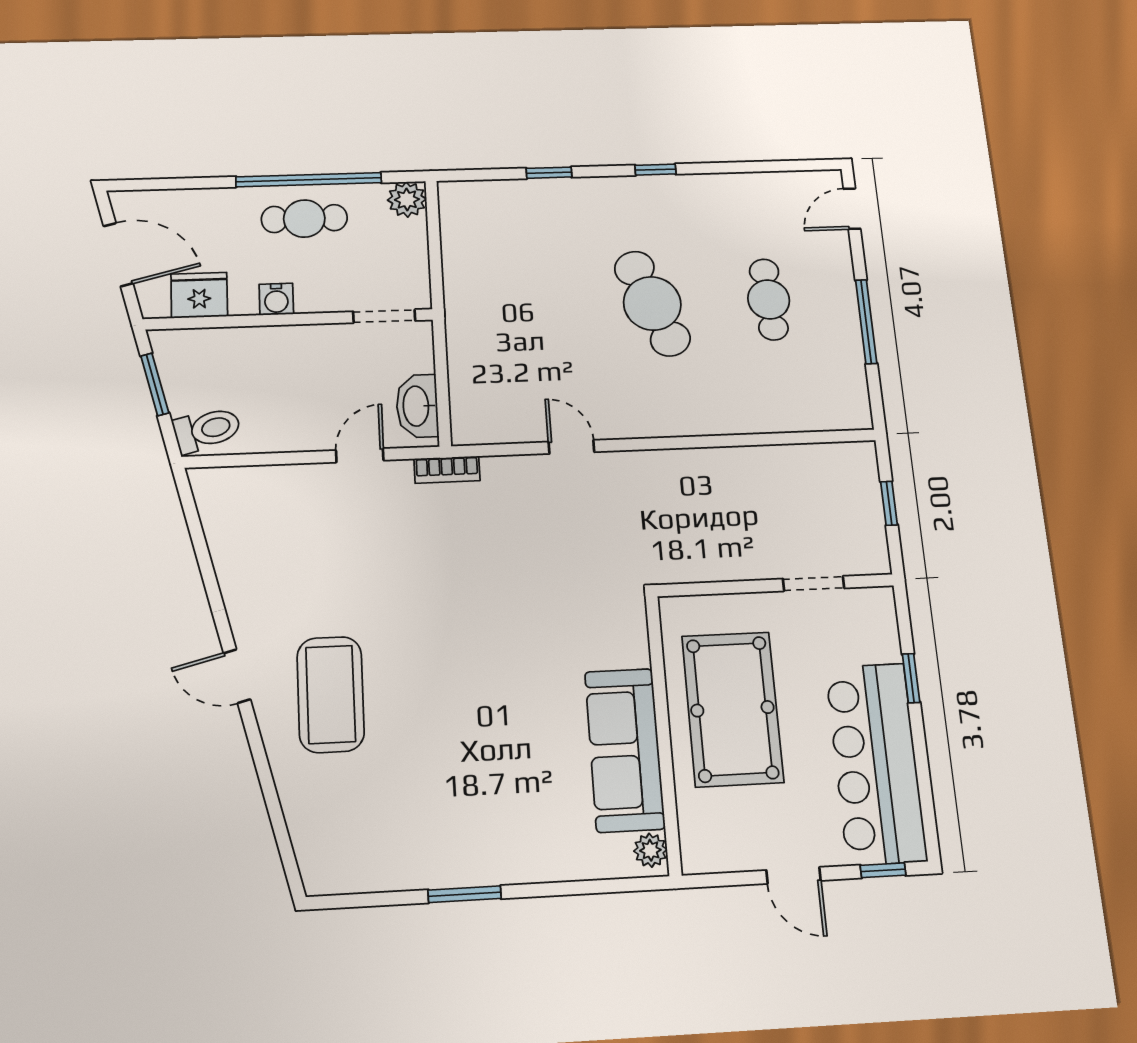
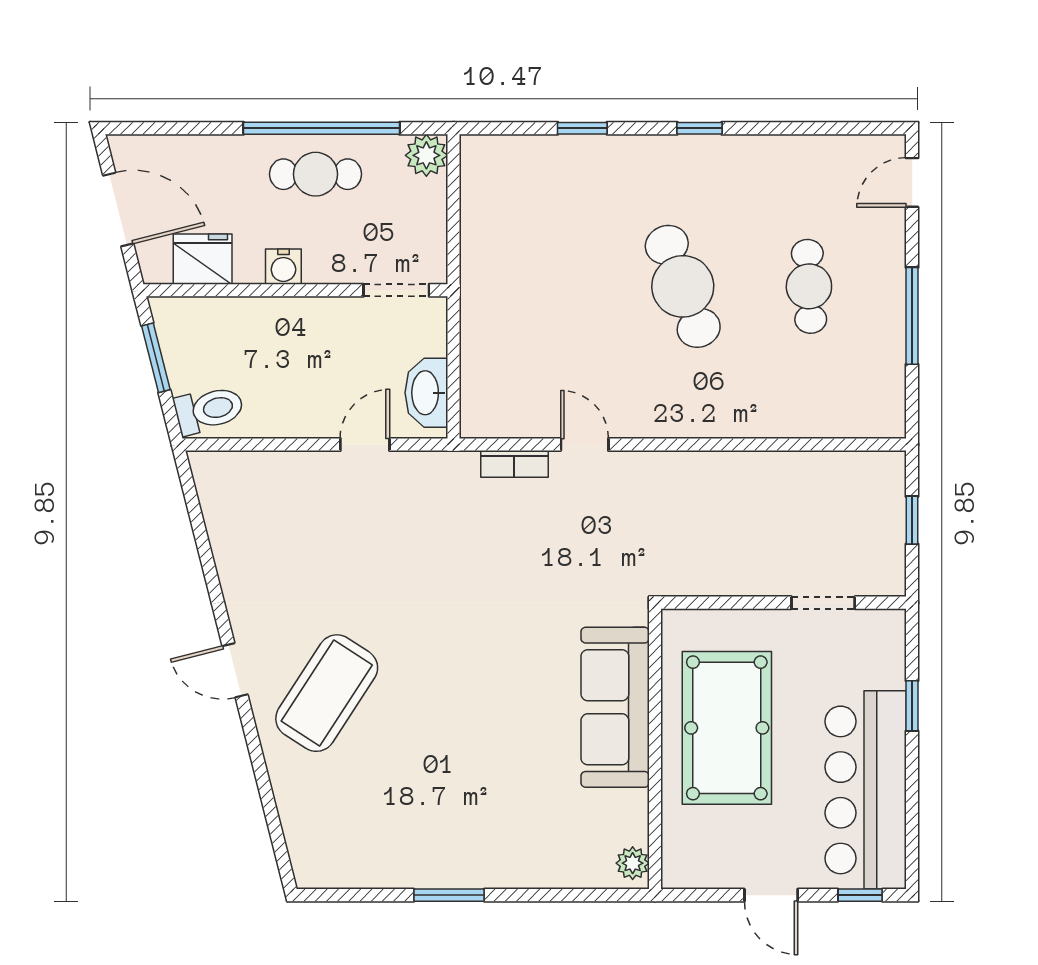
bookcase: (447, 470) -> (514, 464), moved
coffee table: (331, 694) -> (327, 693), turned 33
sofa: (625, 750) -> (615, 707), moved

